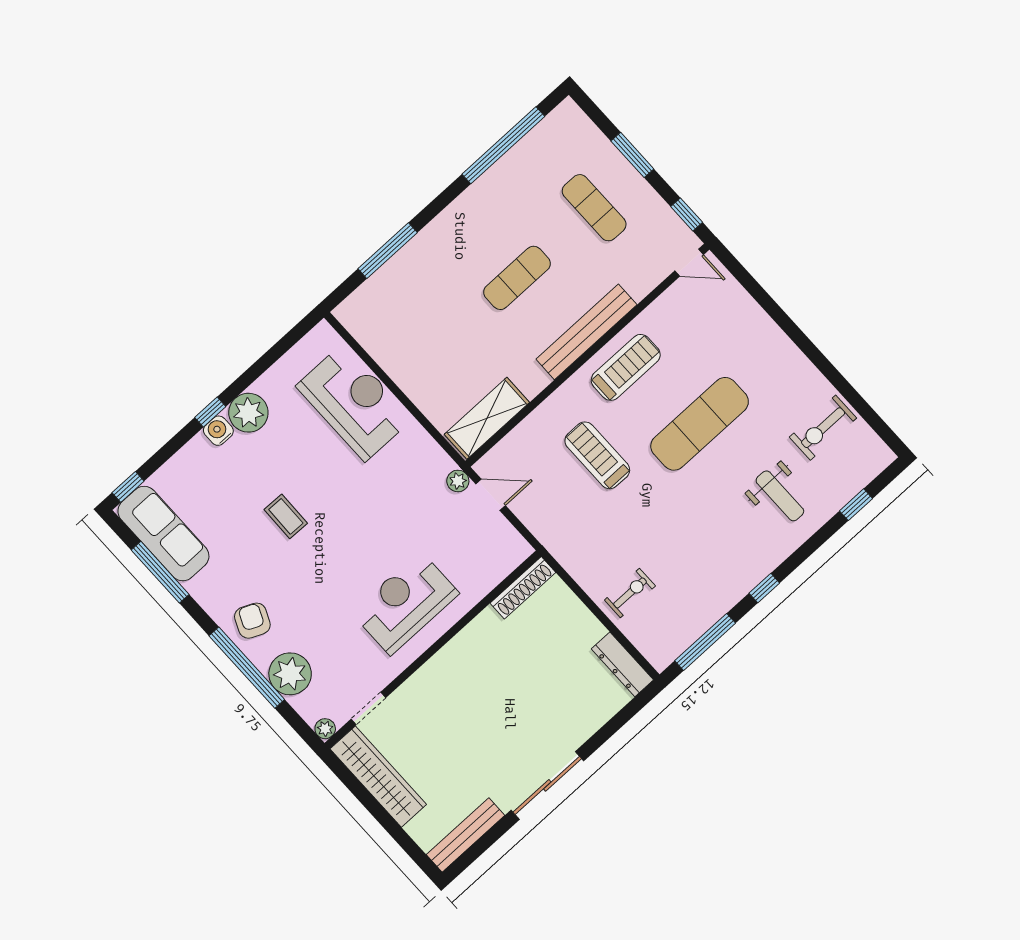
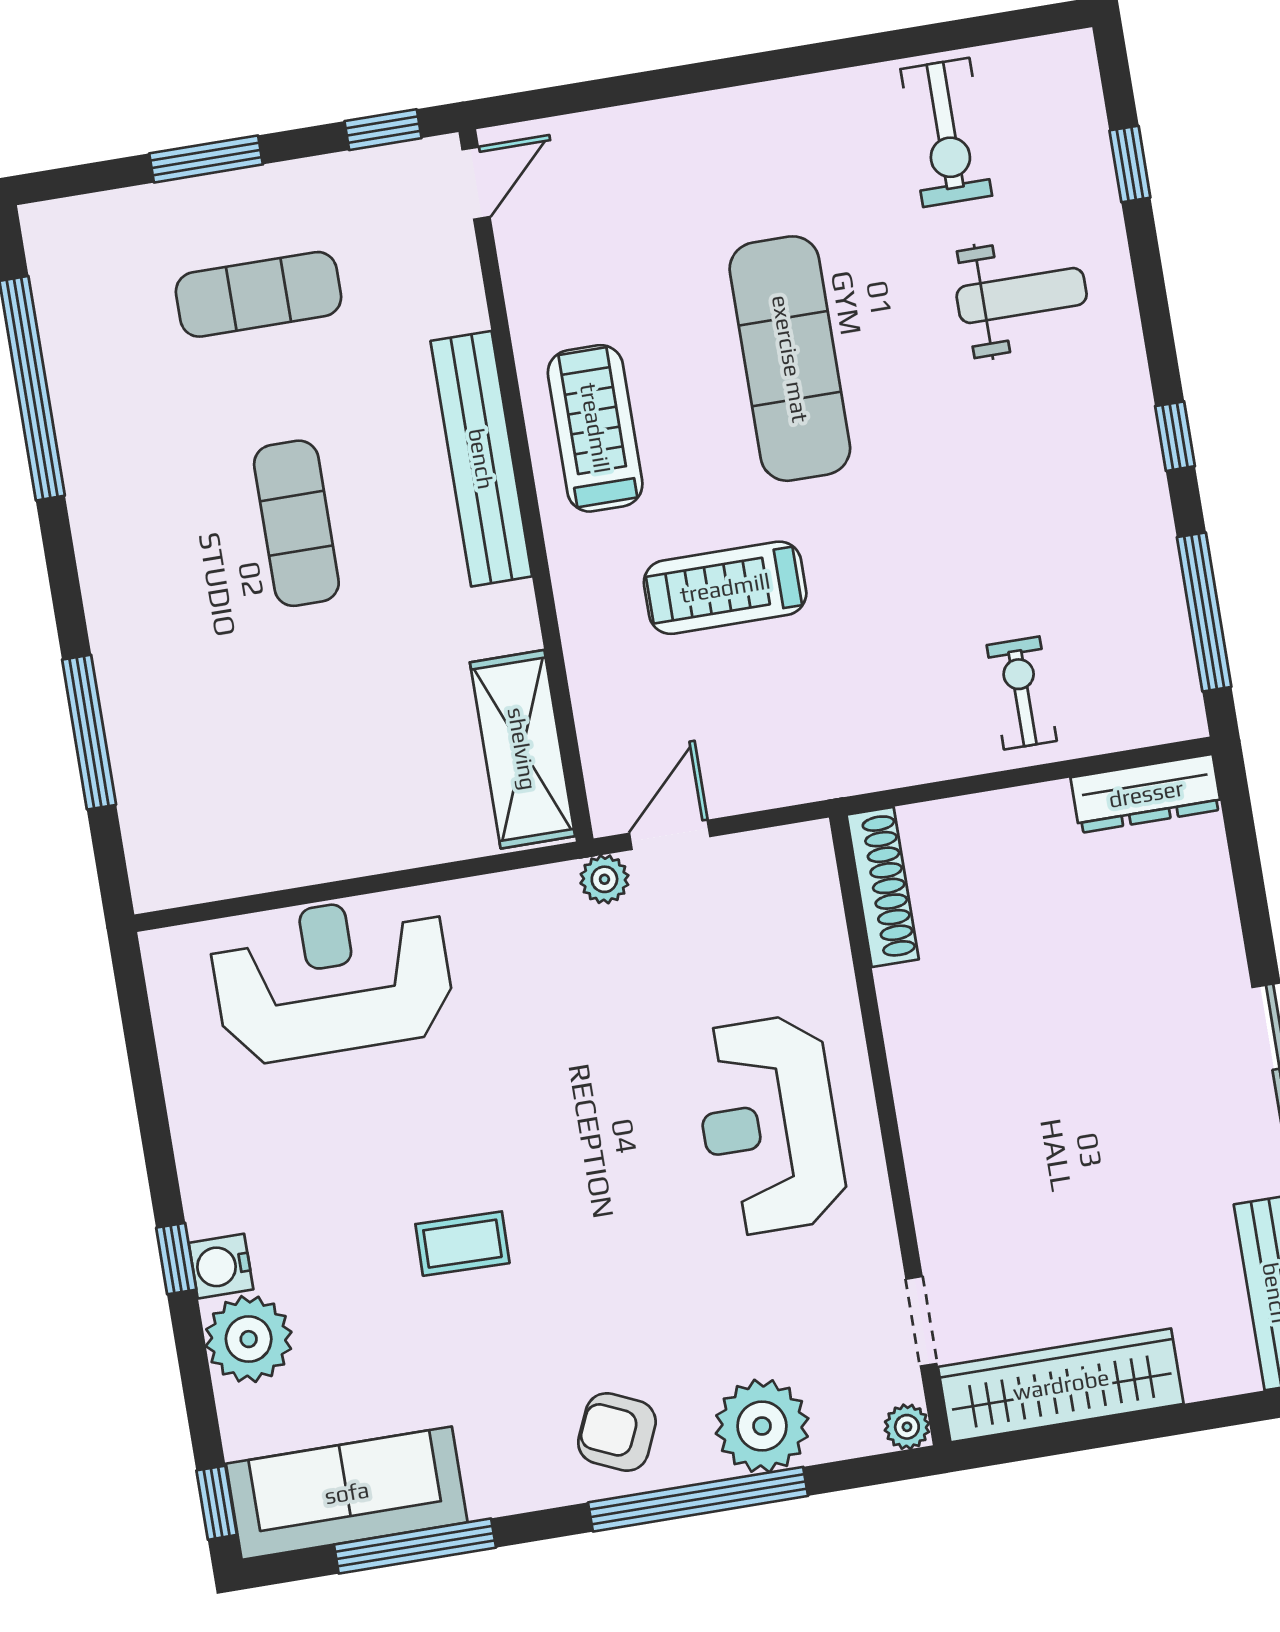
plant: (248, 413) -> (249, 1339), moved

